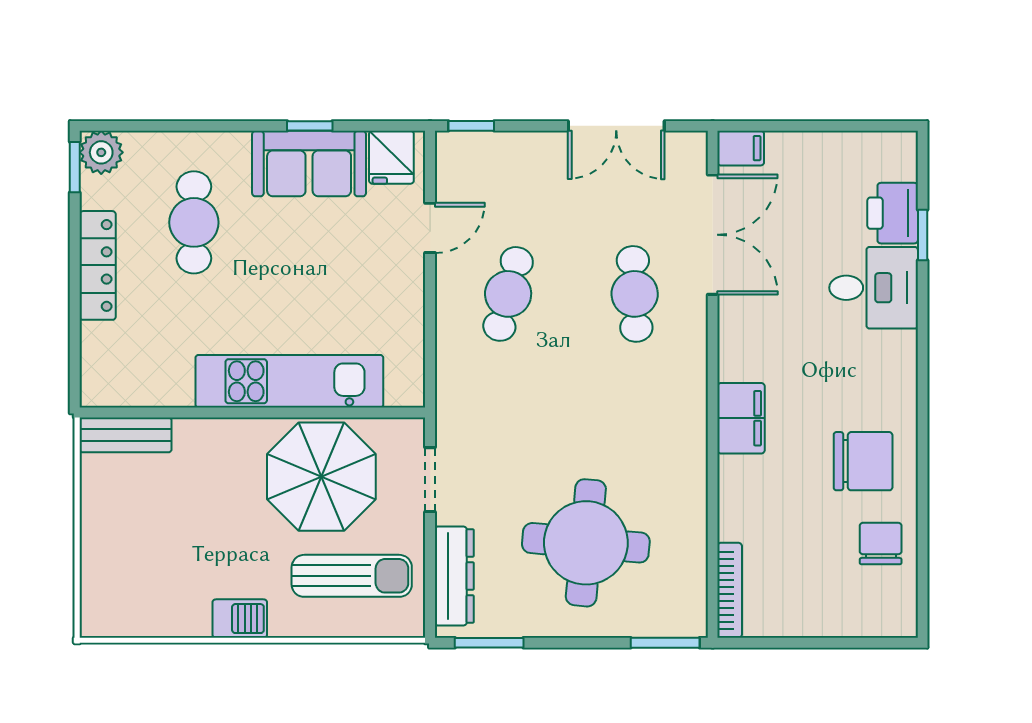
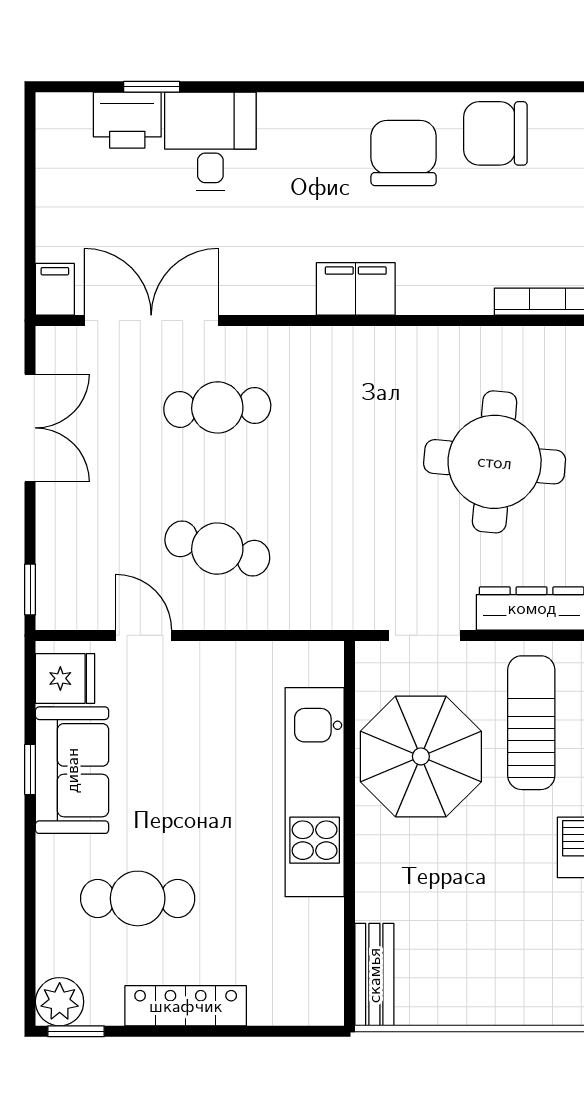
chair: (881, 544) -> (495, 133), width x1.37, depth x1.37

